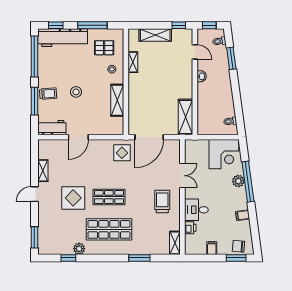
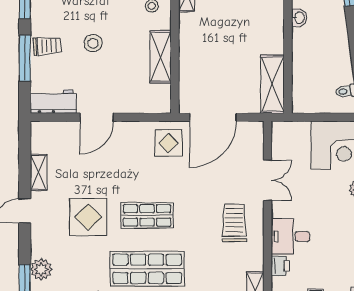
plant: (44, 230) -> (41, 269), added

